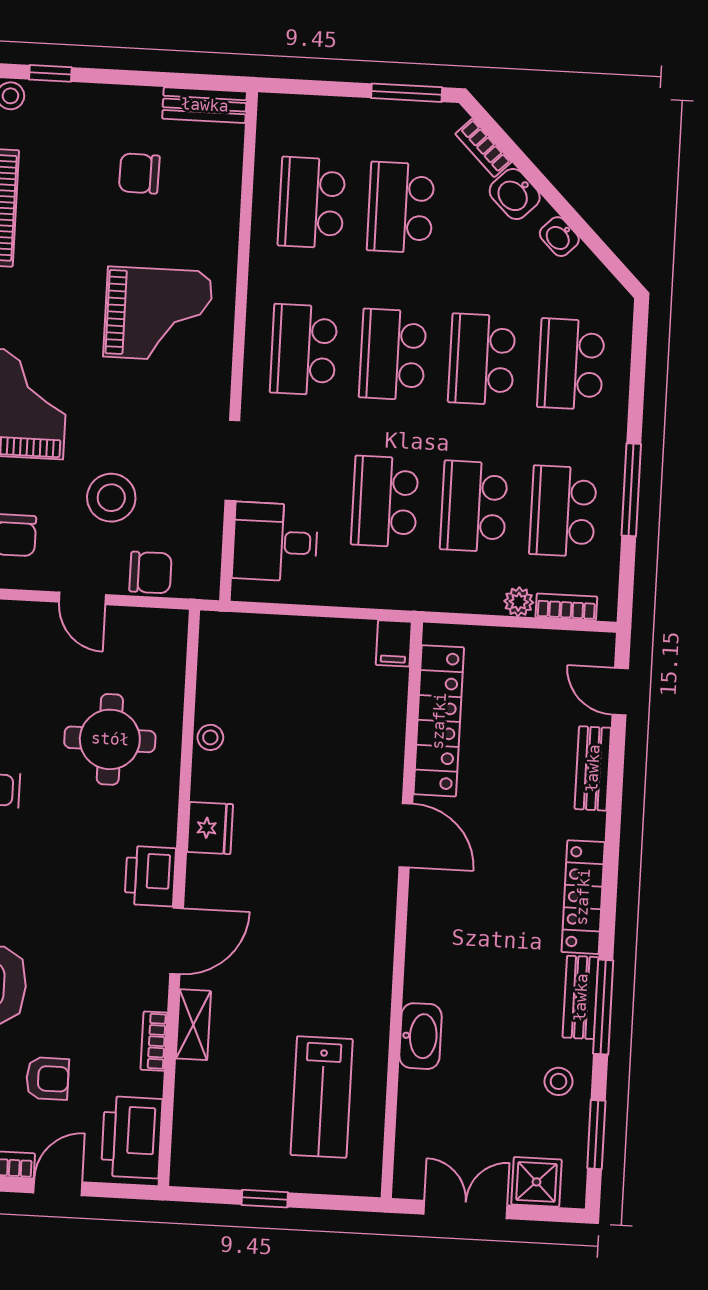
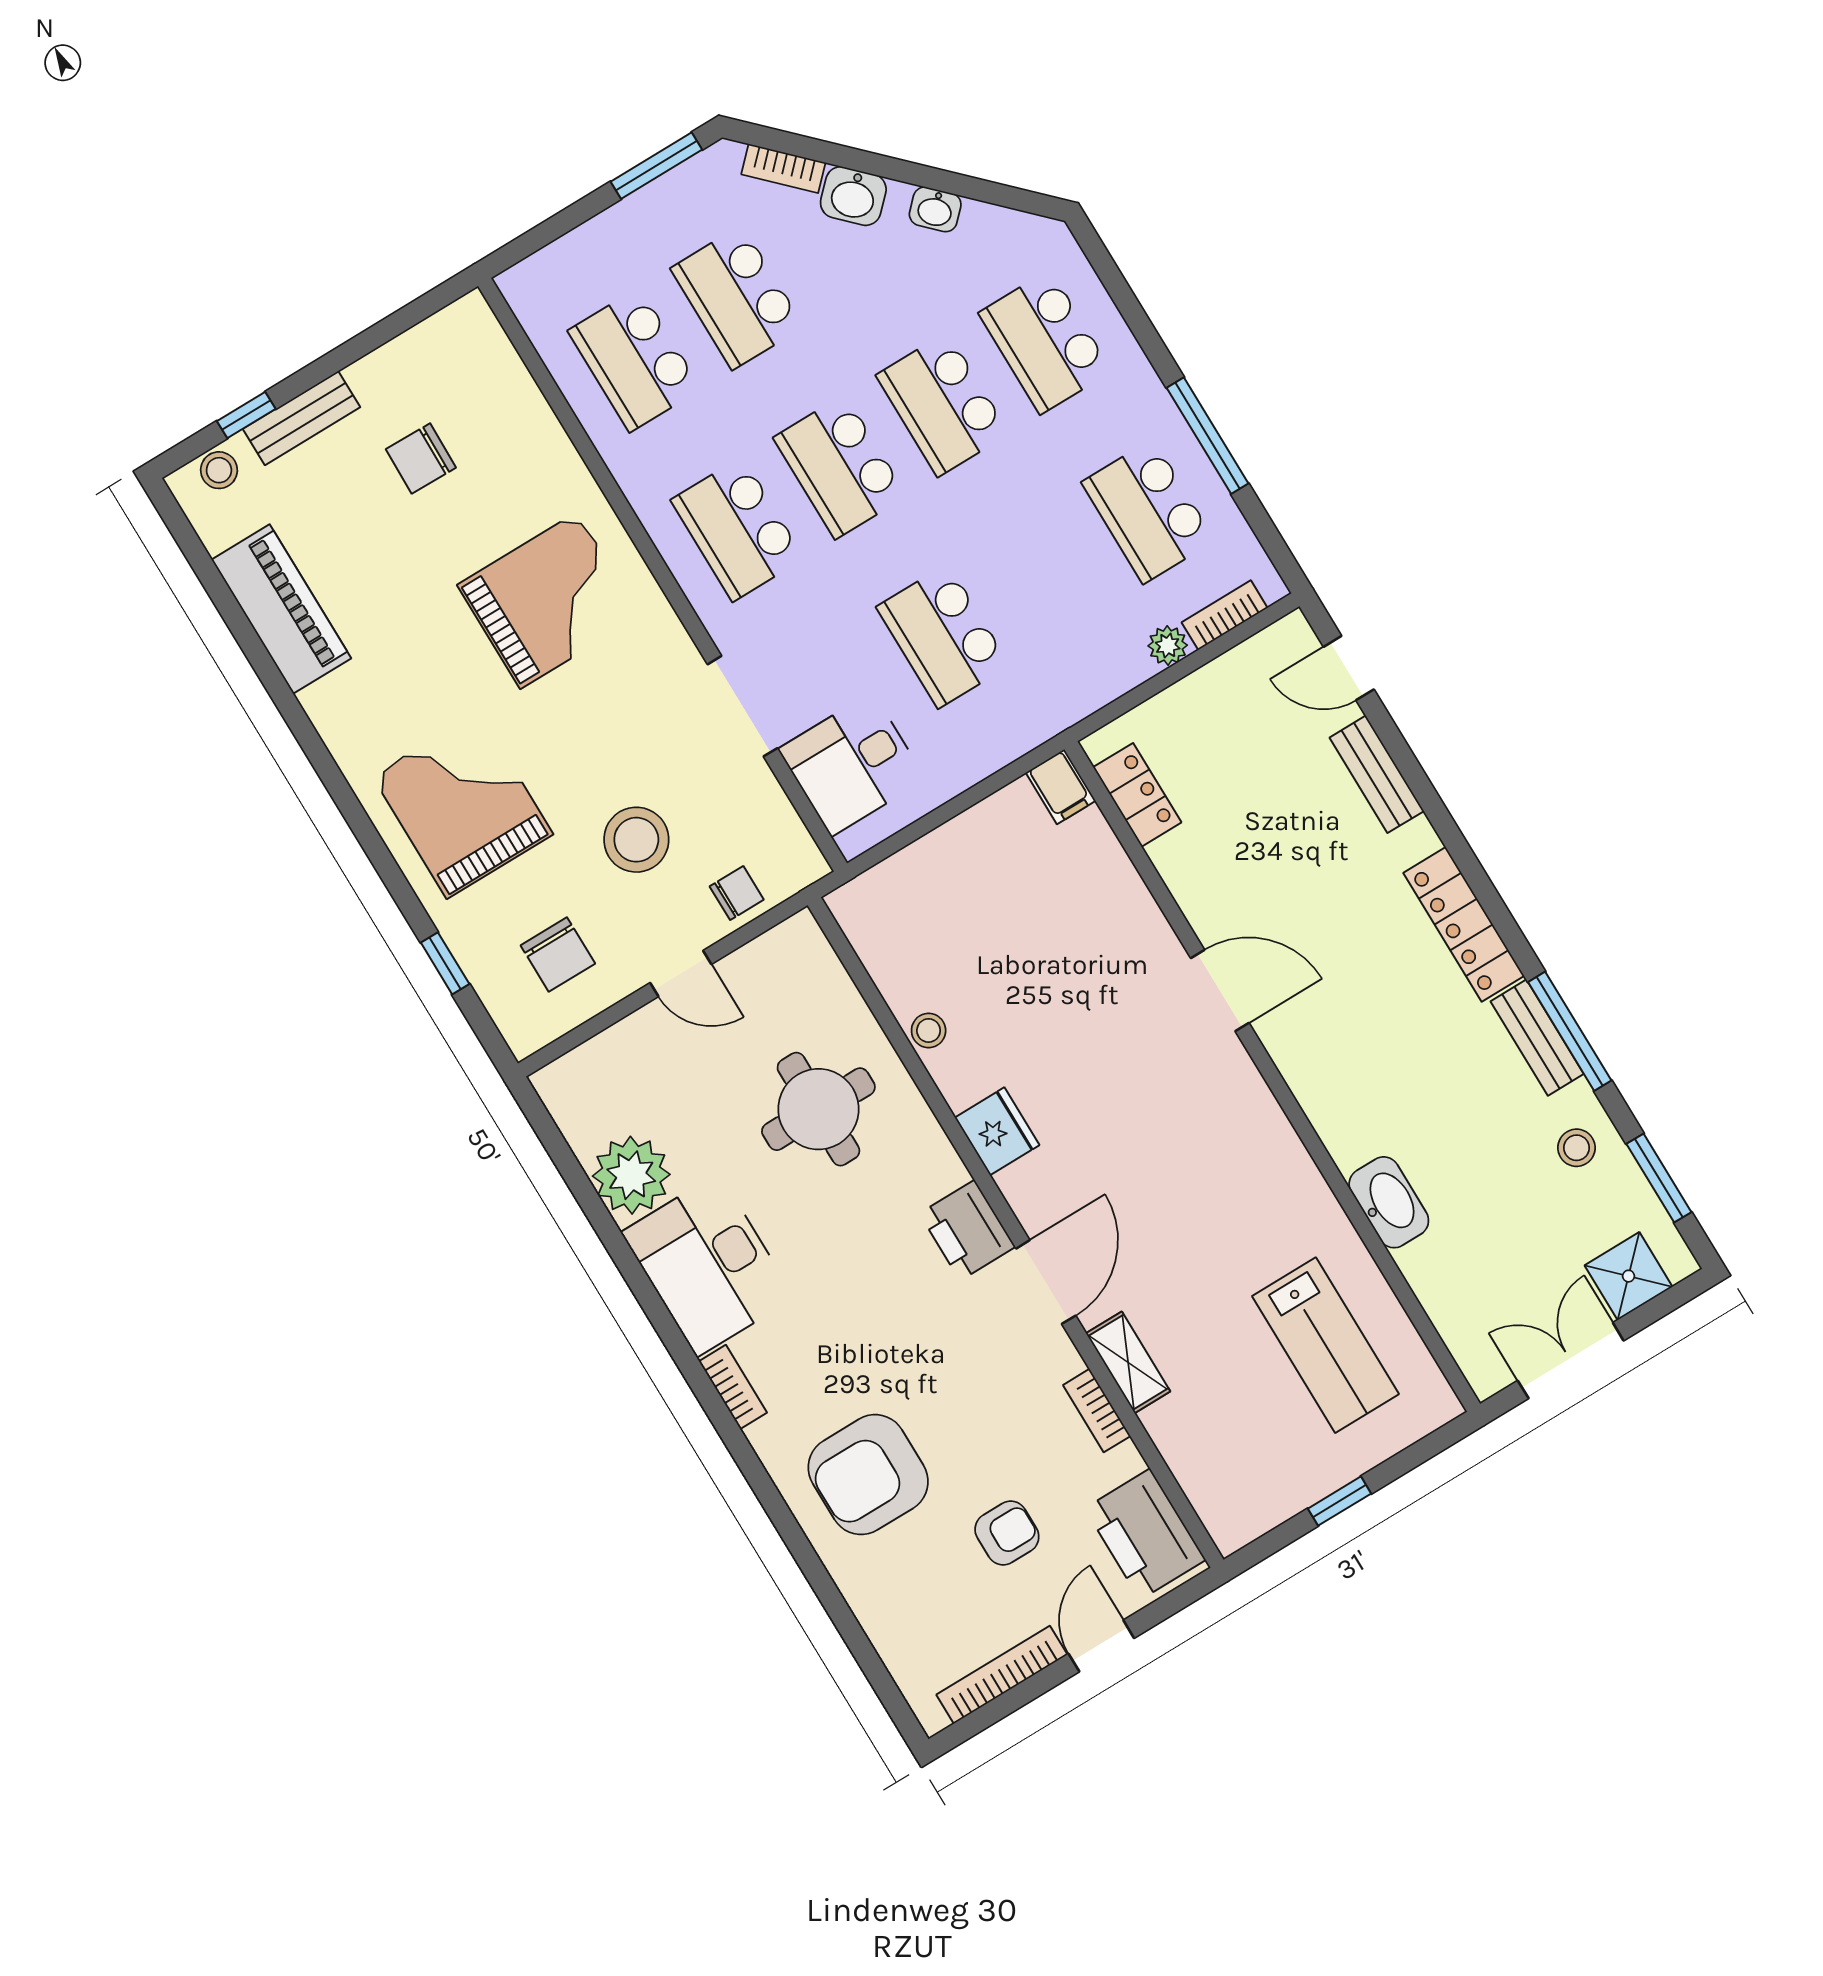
bench: (205, 105) -> (302, 418), moved
school desk: (474, 506) -> (1046, 574), removed
chair: (150, 573) -> (737, 893), width x0.73, depth x0.73
locker: (439, 721) -> (1137, 795), width x0.46, depth x0.83

